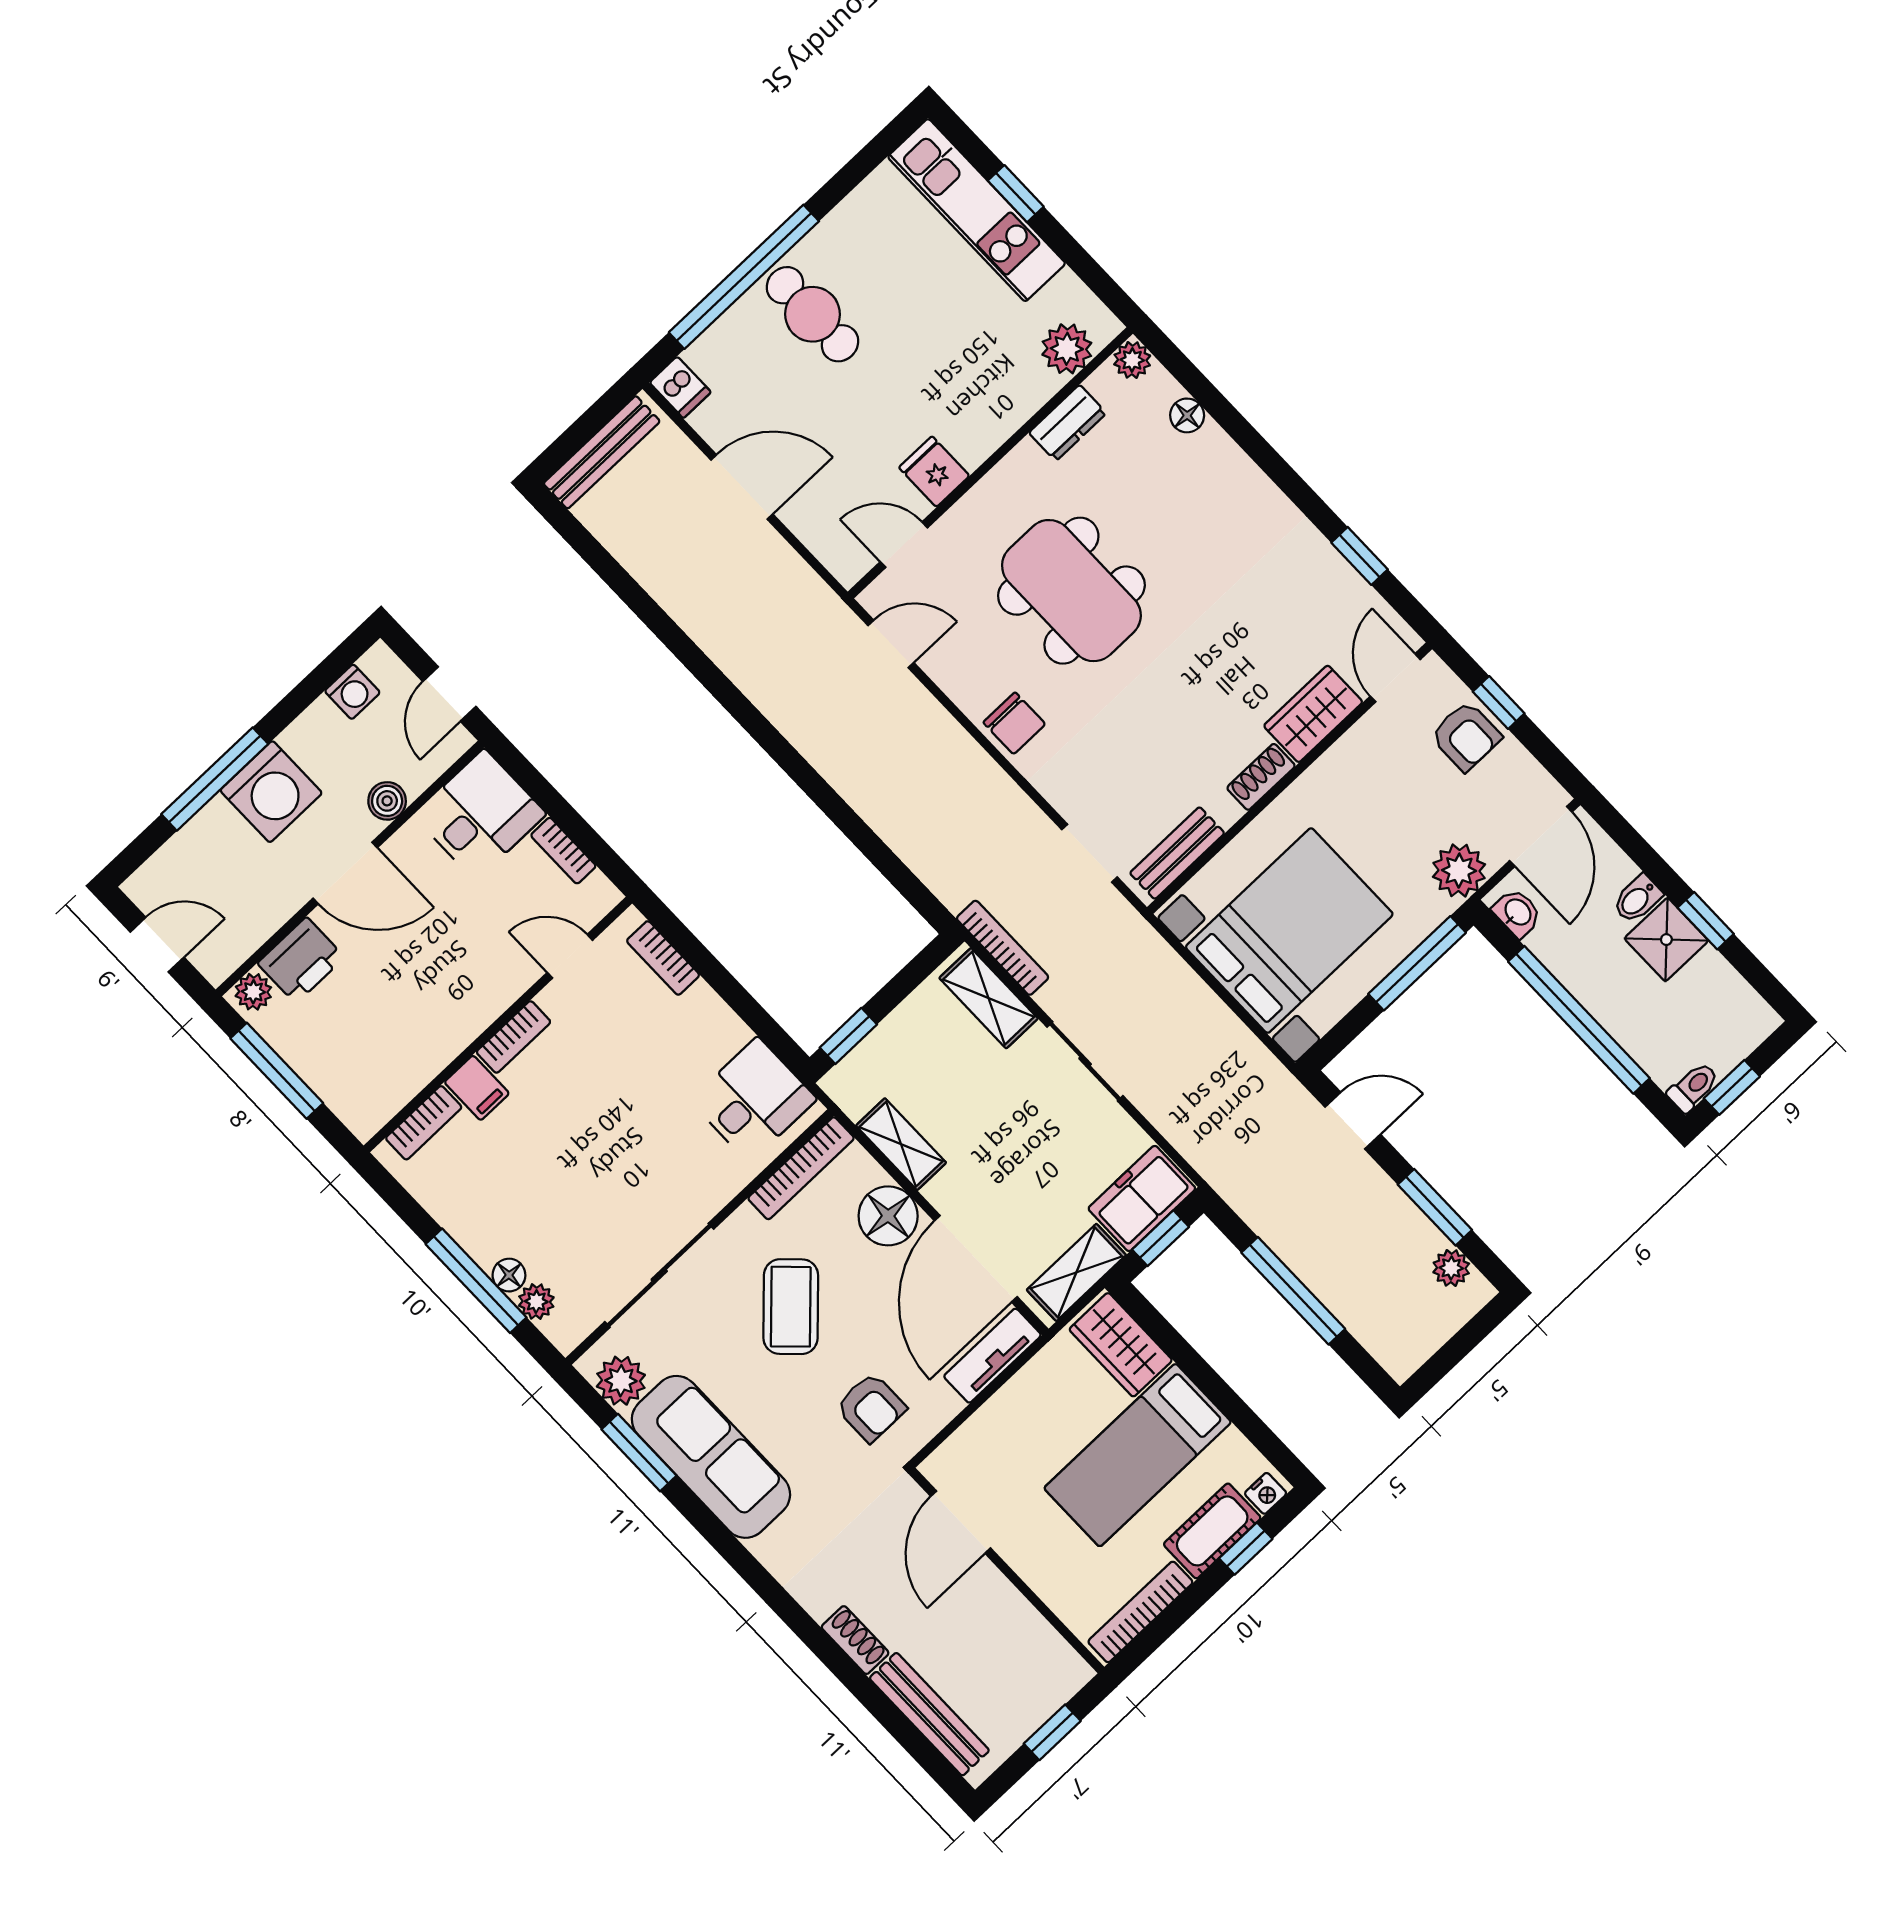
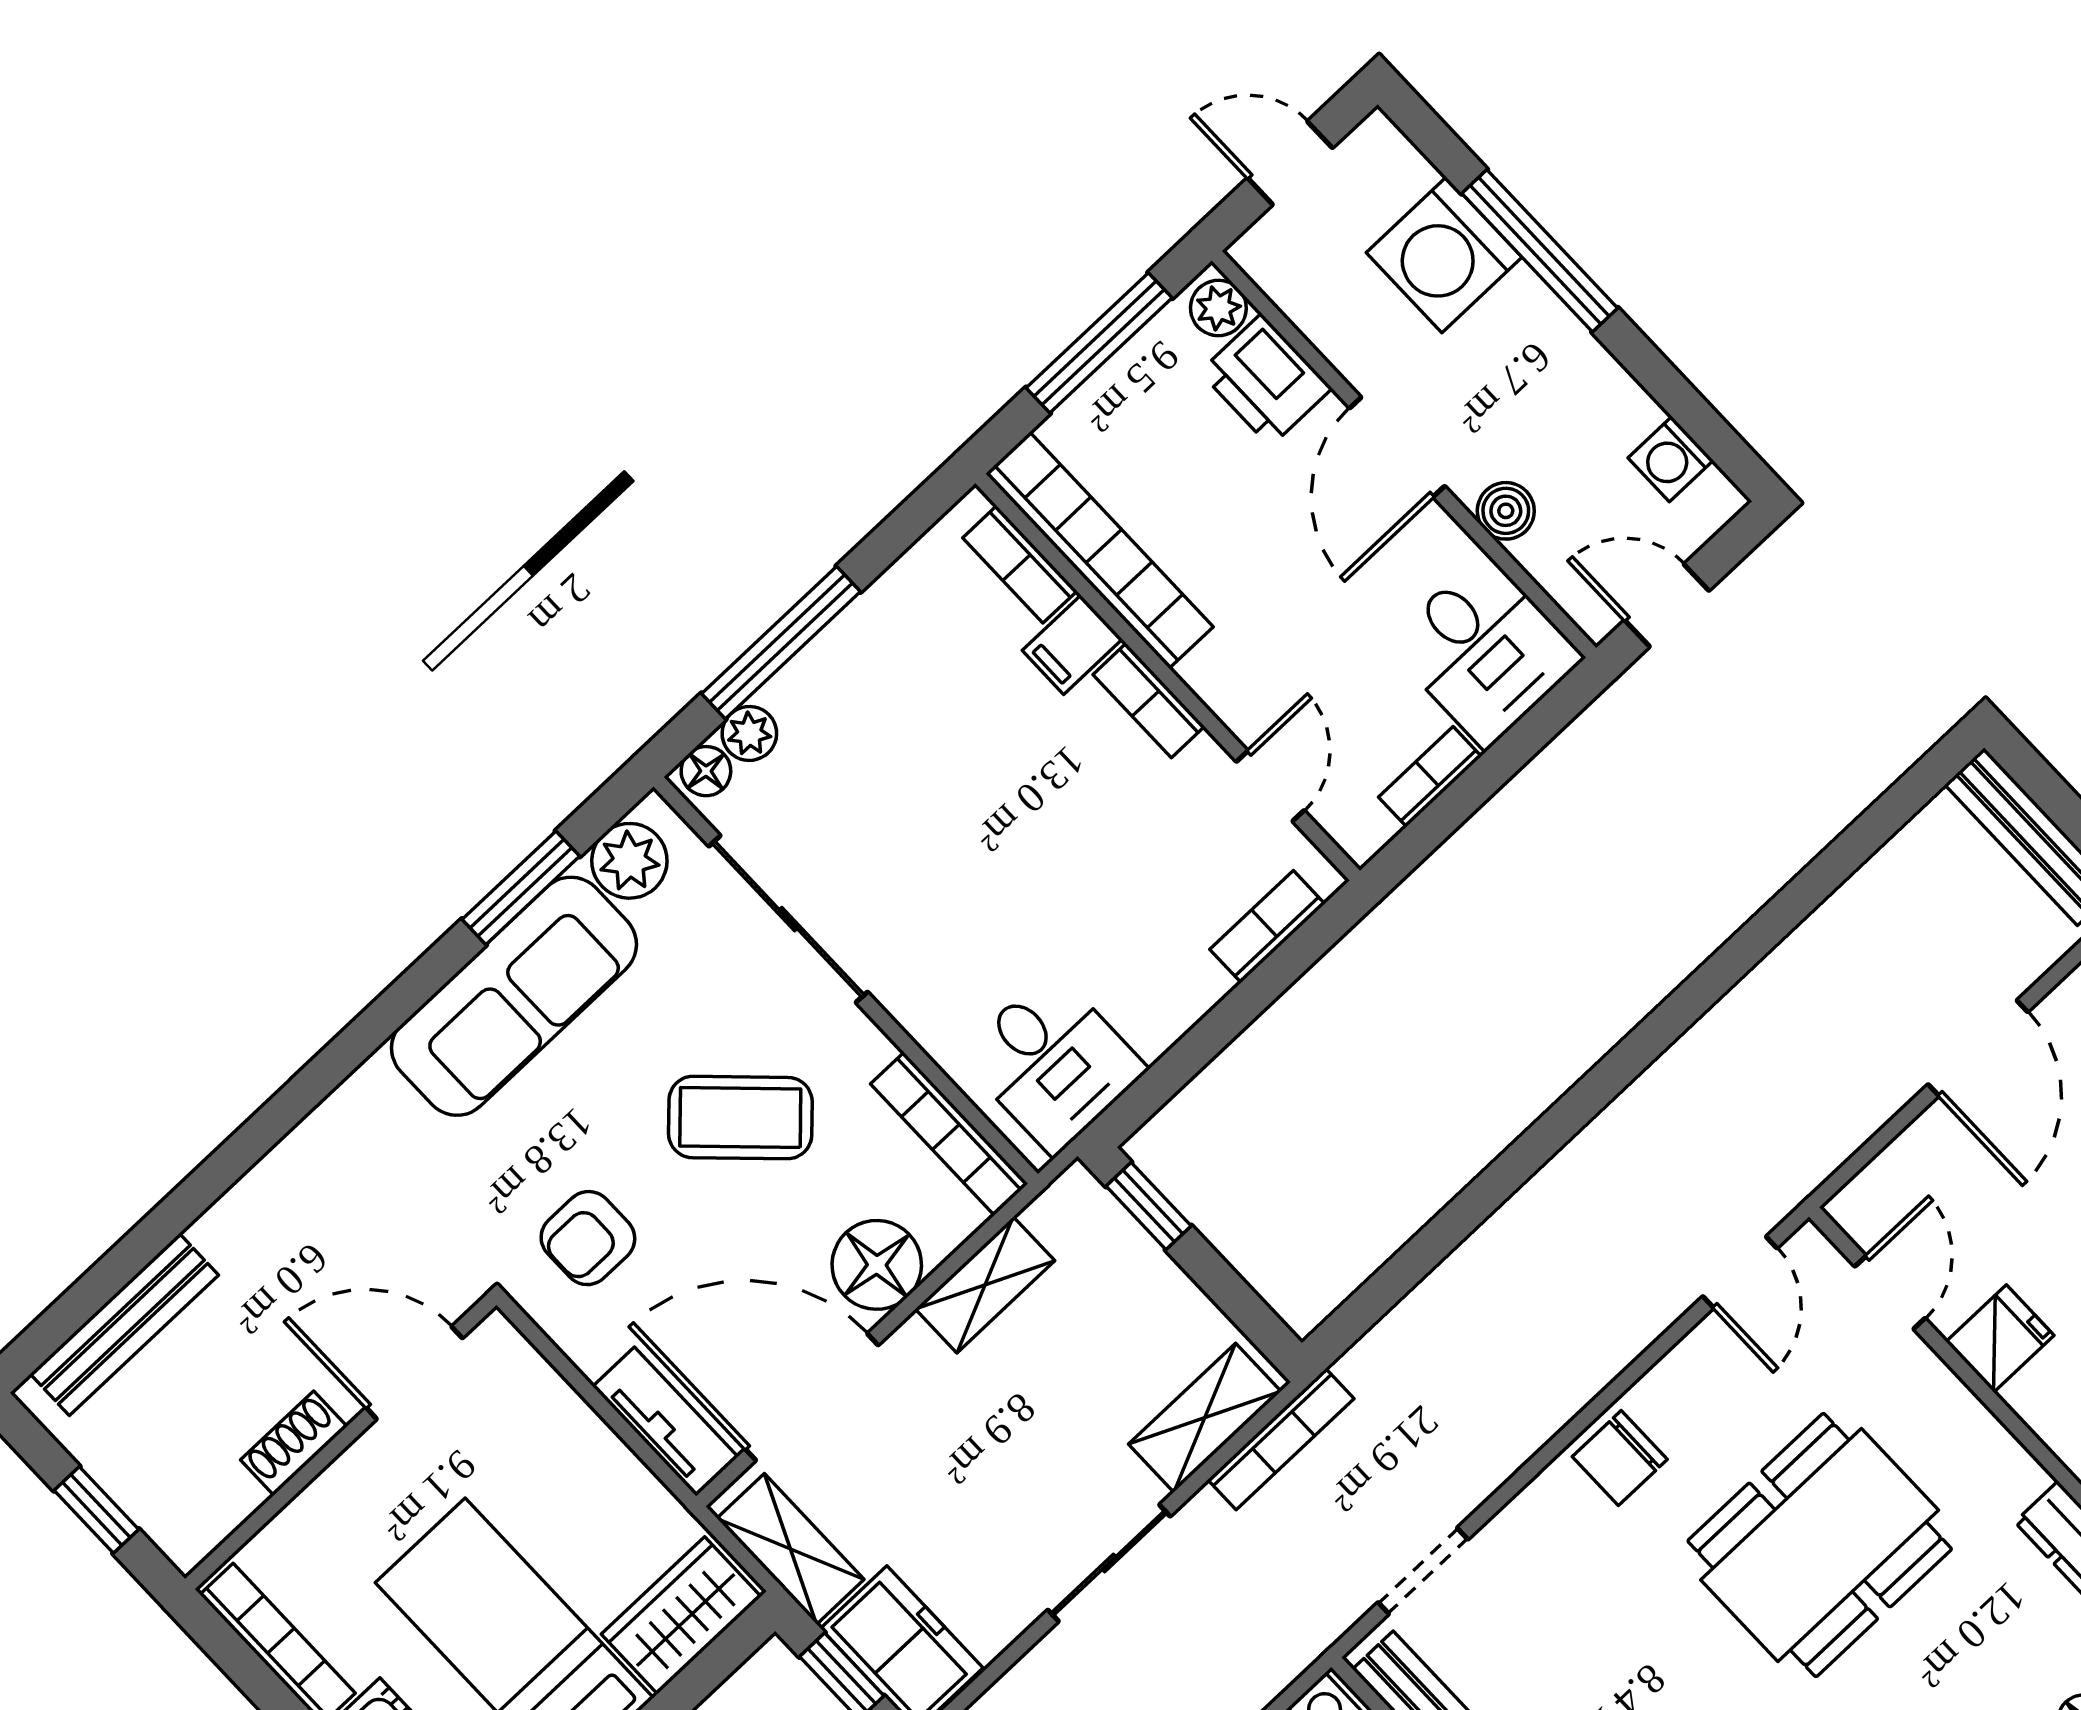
washing machine: (271, 792) -> (1444, 255), moved
door: (157, 945) -> (1290, 163), swing flipped
bookcase: (414, 1070) -> (1099, 550), added
floor lamp: (509, 1275) -> (706, 771), moved
shoe rack: (855, 1640) -> (294, 1443), moved, turned 180

